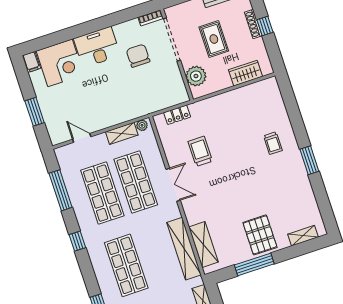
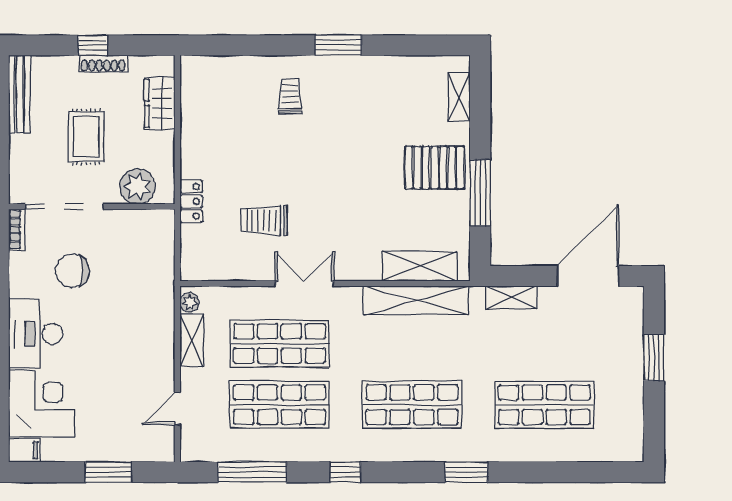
shoe rack: (253, 24) -> (103, 63), moved
rug: (214, 39) -> (86, 137), turned 90
locker: (177, 115) -> (191, 201), moved
trolley: (273, 143) -> (290, 96), turned -90

